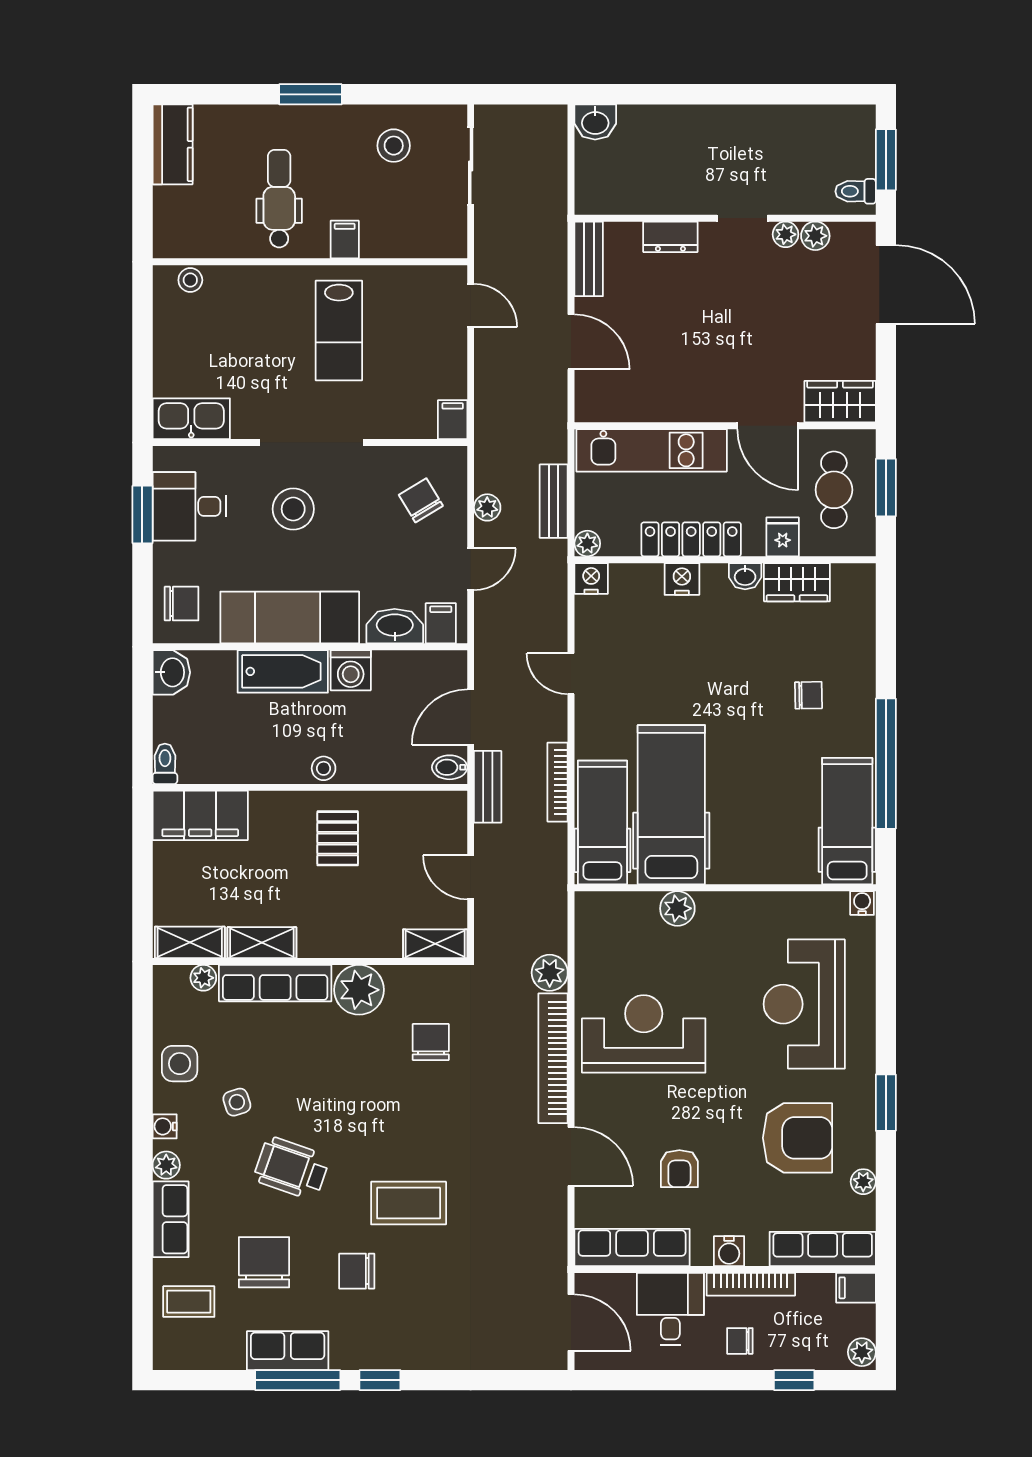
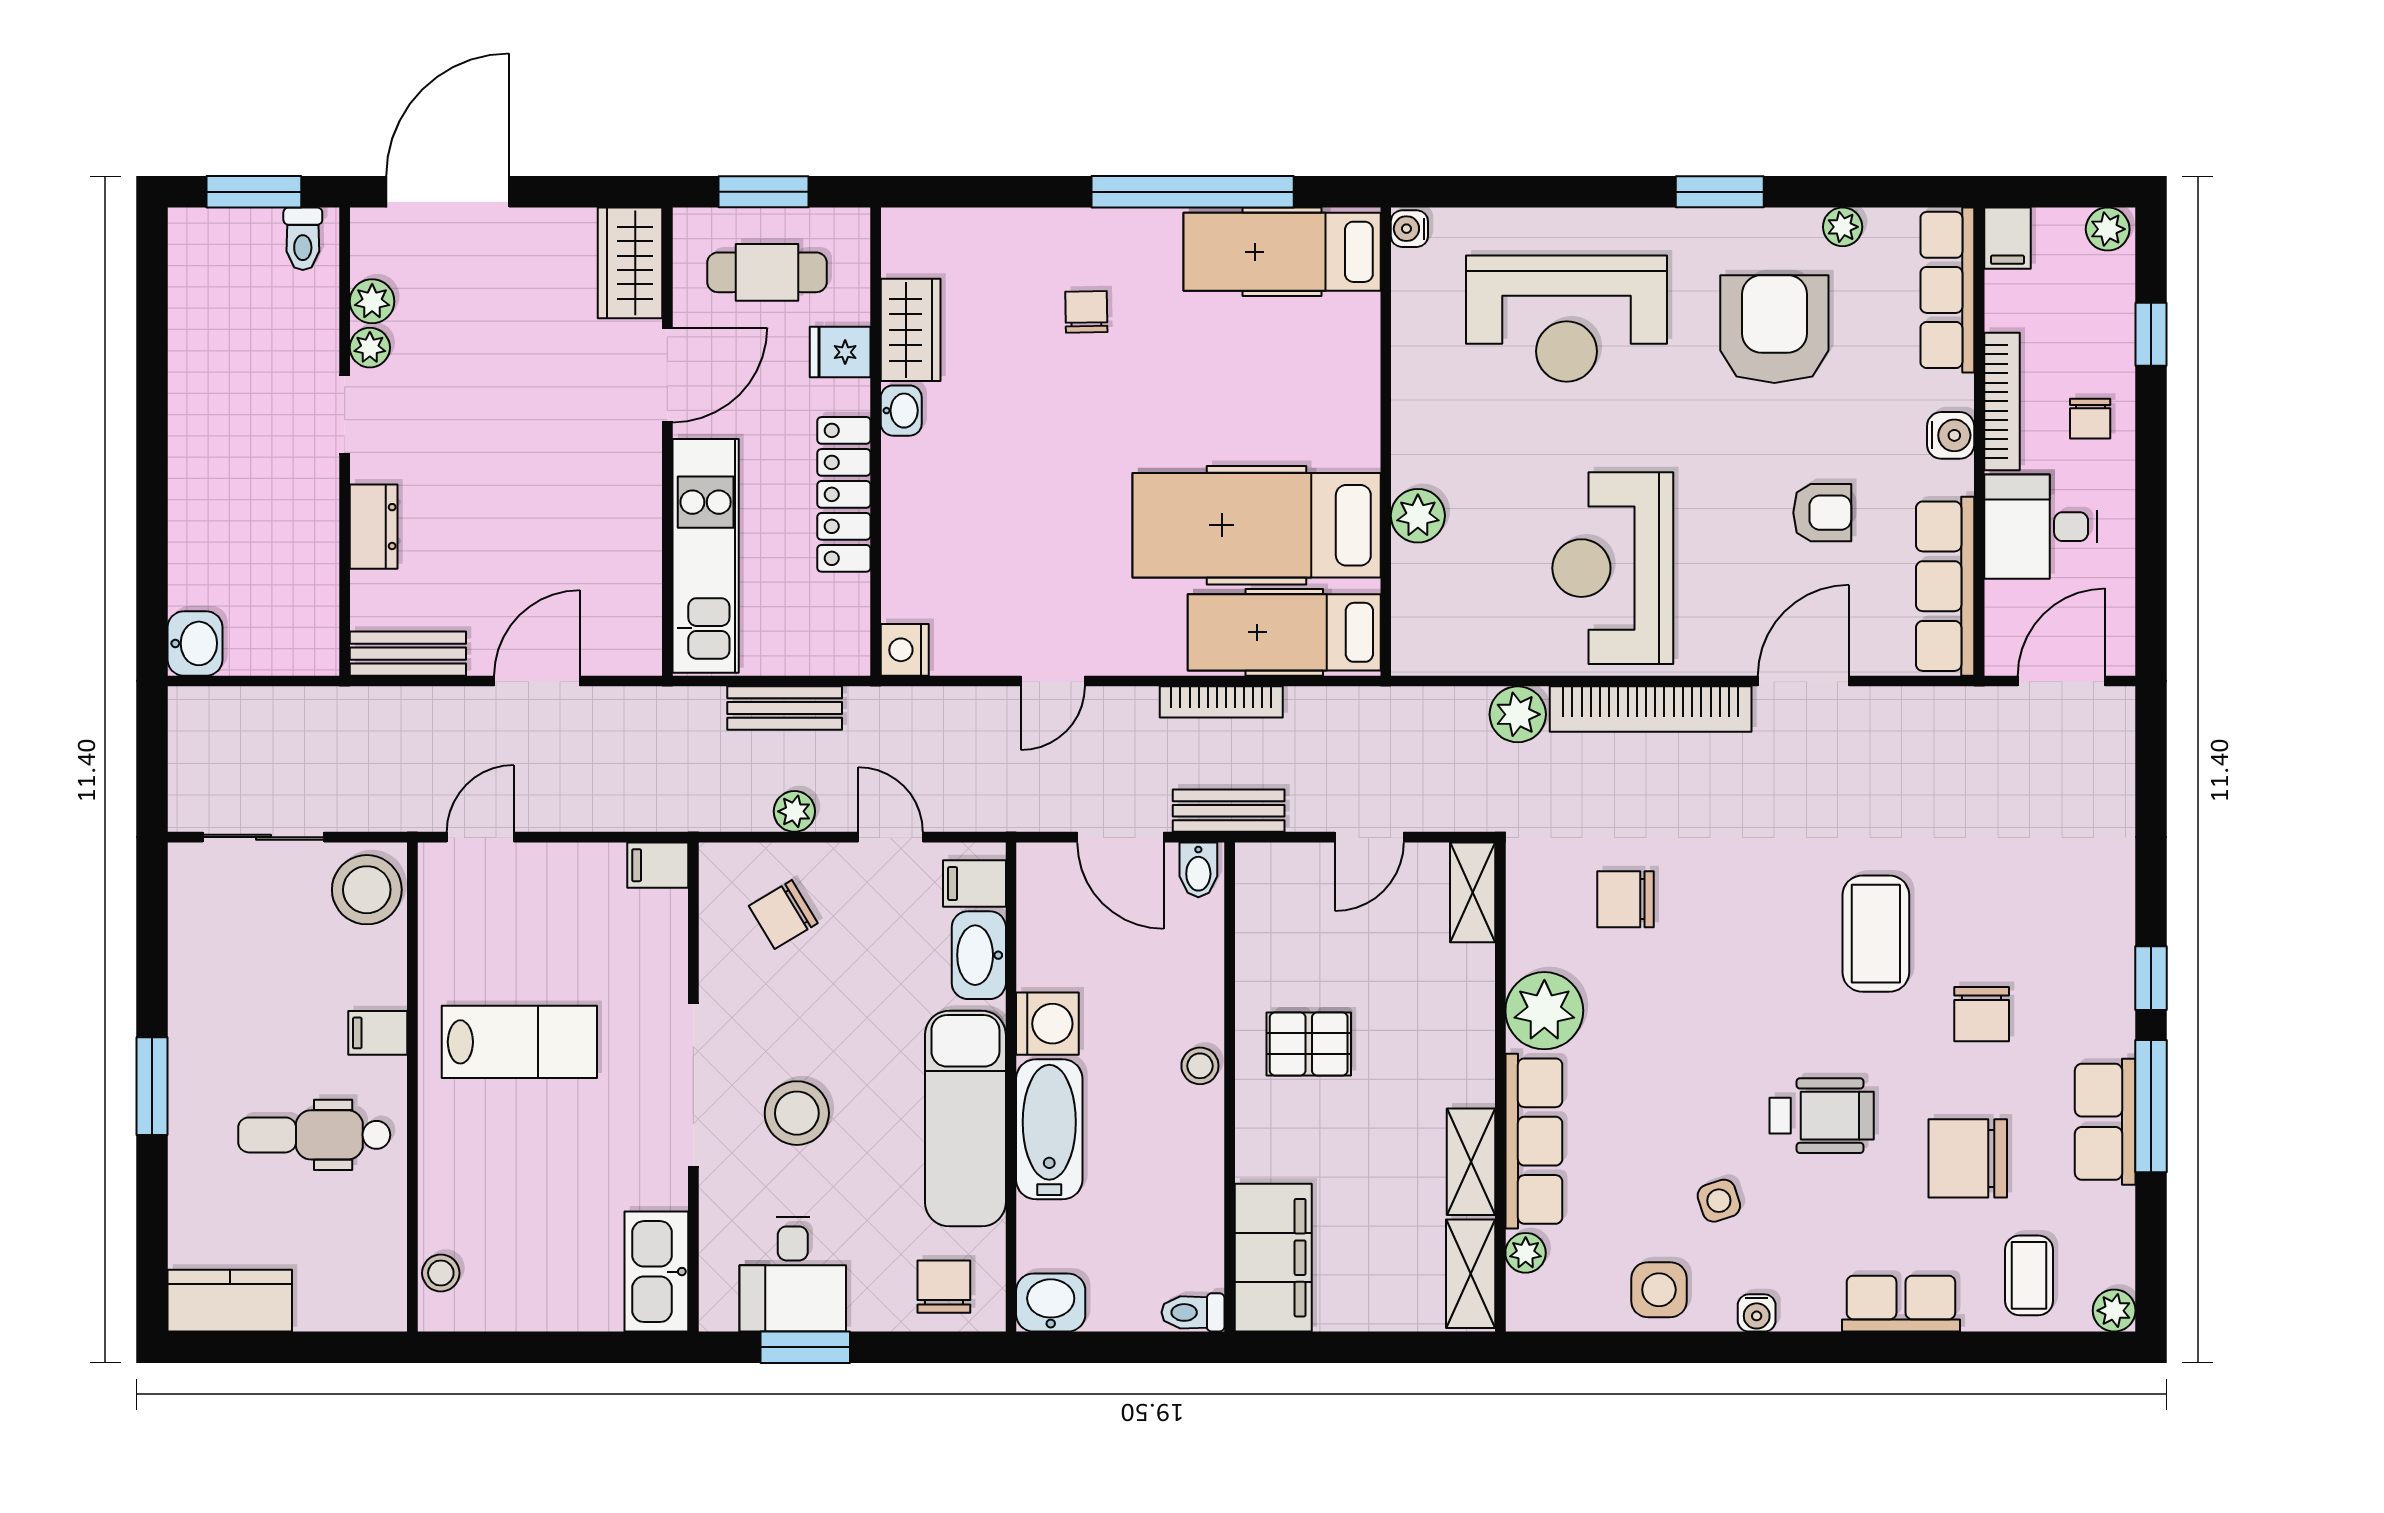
stool: (394, 146) -> (367, 890), moved, width x1.38, depth x1.38
plant: (587, 543) -> (850, 656), removed
nightstand: (682, 579) -> (906, 509), removed
plant: (166, 1165) -> (2114, 1311), moved
wheelchair: (292, 1168) -> (1822, 1116), turned -109

